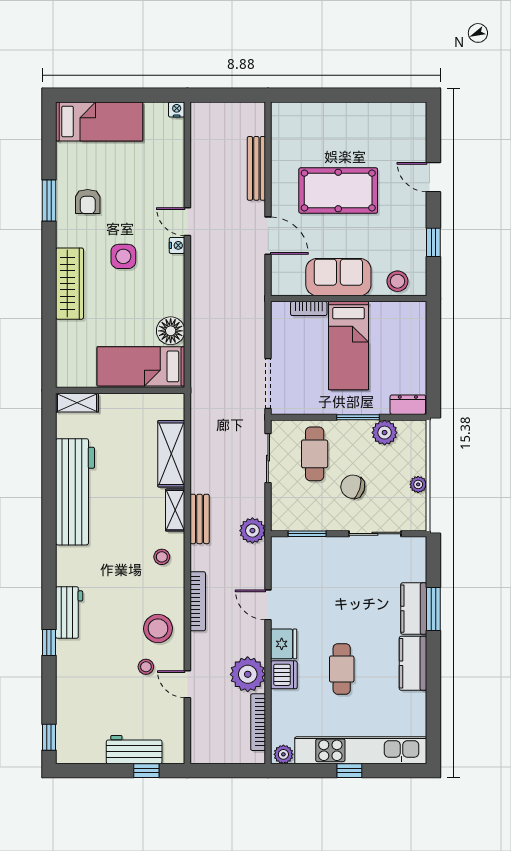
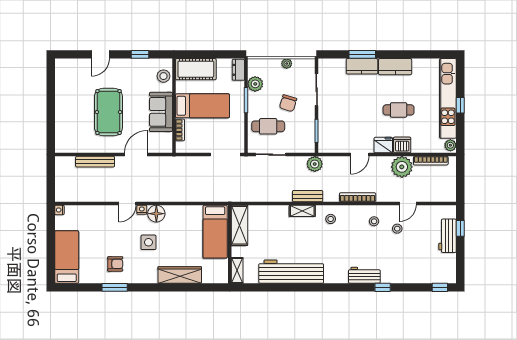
wardrobe: (70, 284) -> (180, 275), moved
floor lamp: (171, 331) -> (156, 214), moved
cot: (409, 335) -> (196, 69), added
shelving: (171, 454) -> (239, 225), moved, turned 90
stool: (158, 628) -> (374, 221), width x0.53, depth x0.53

